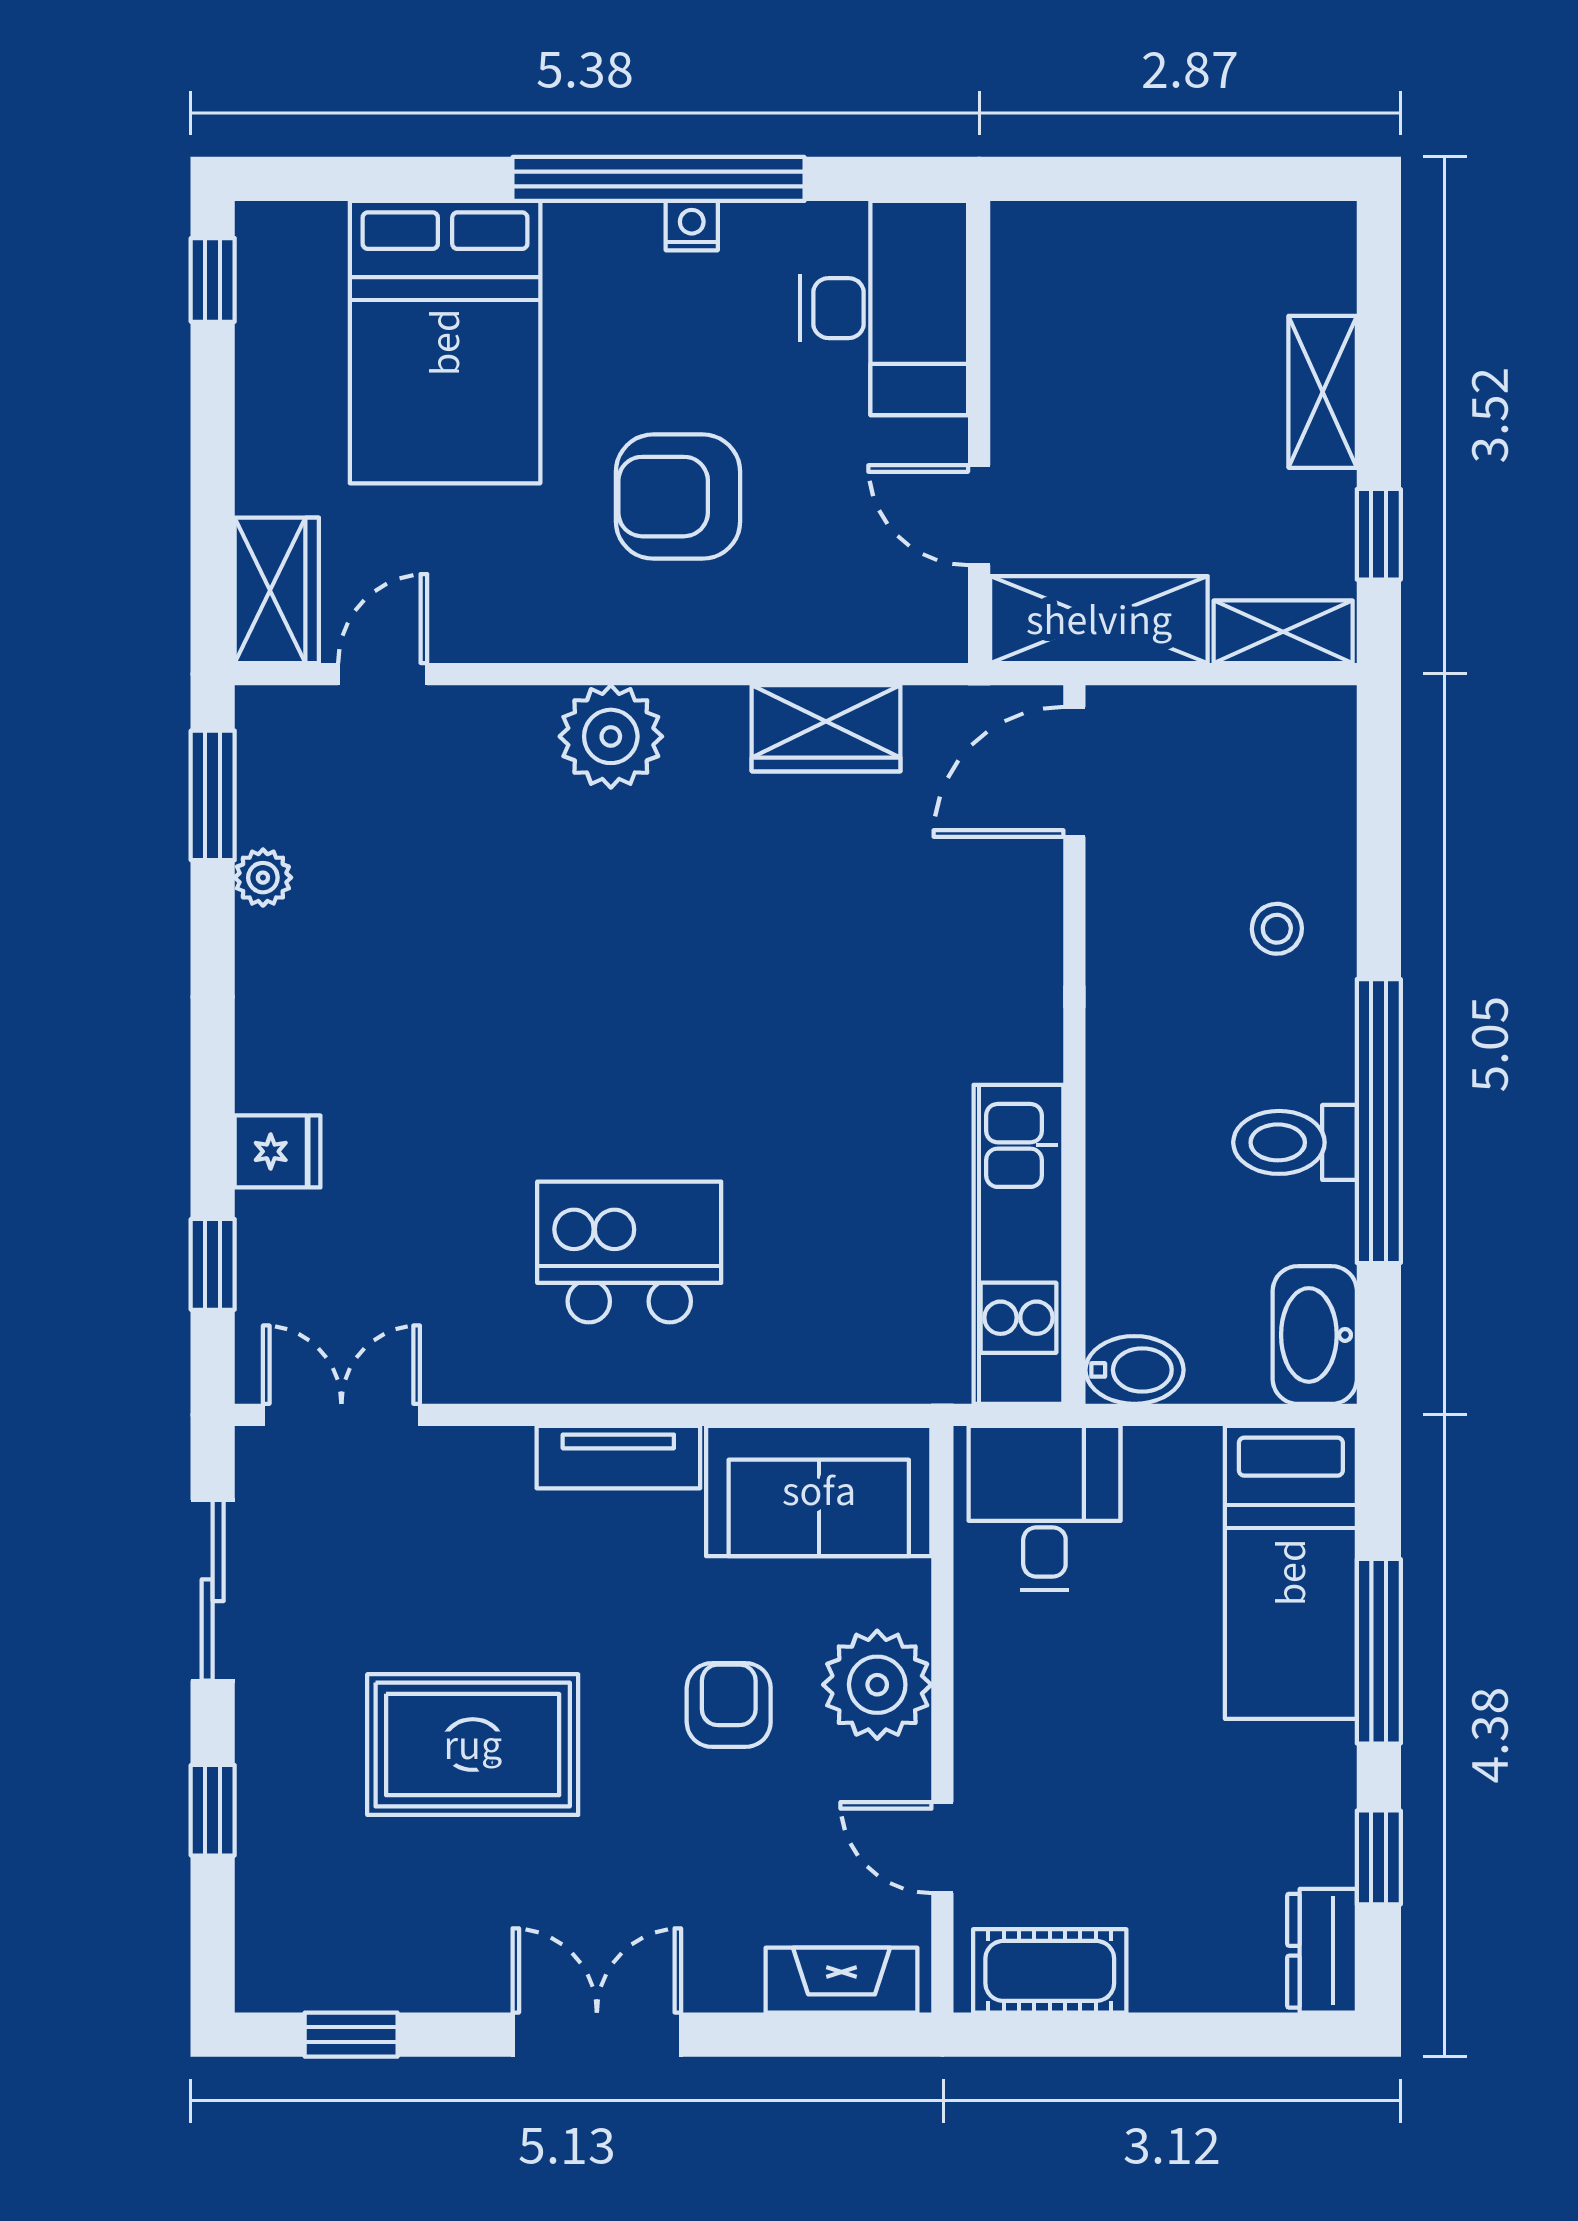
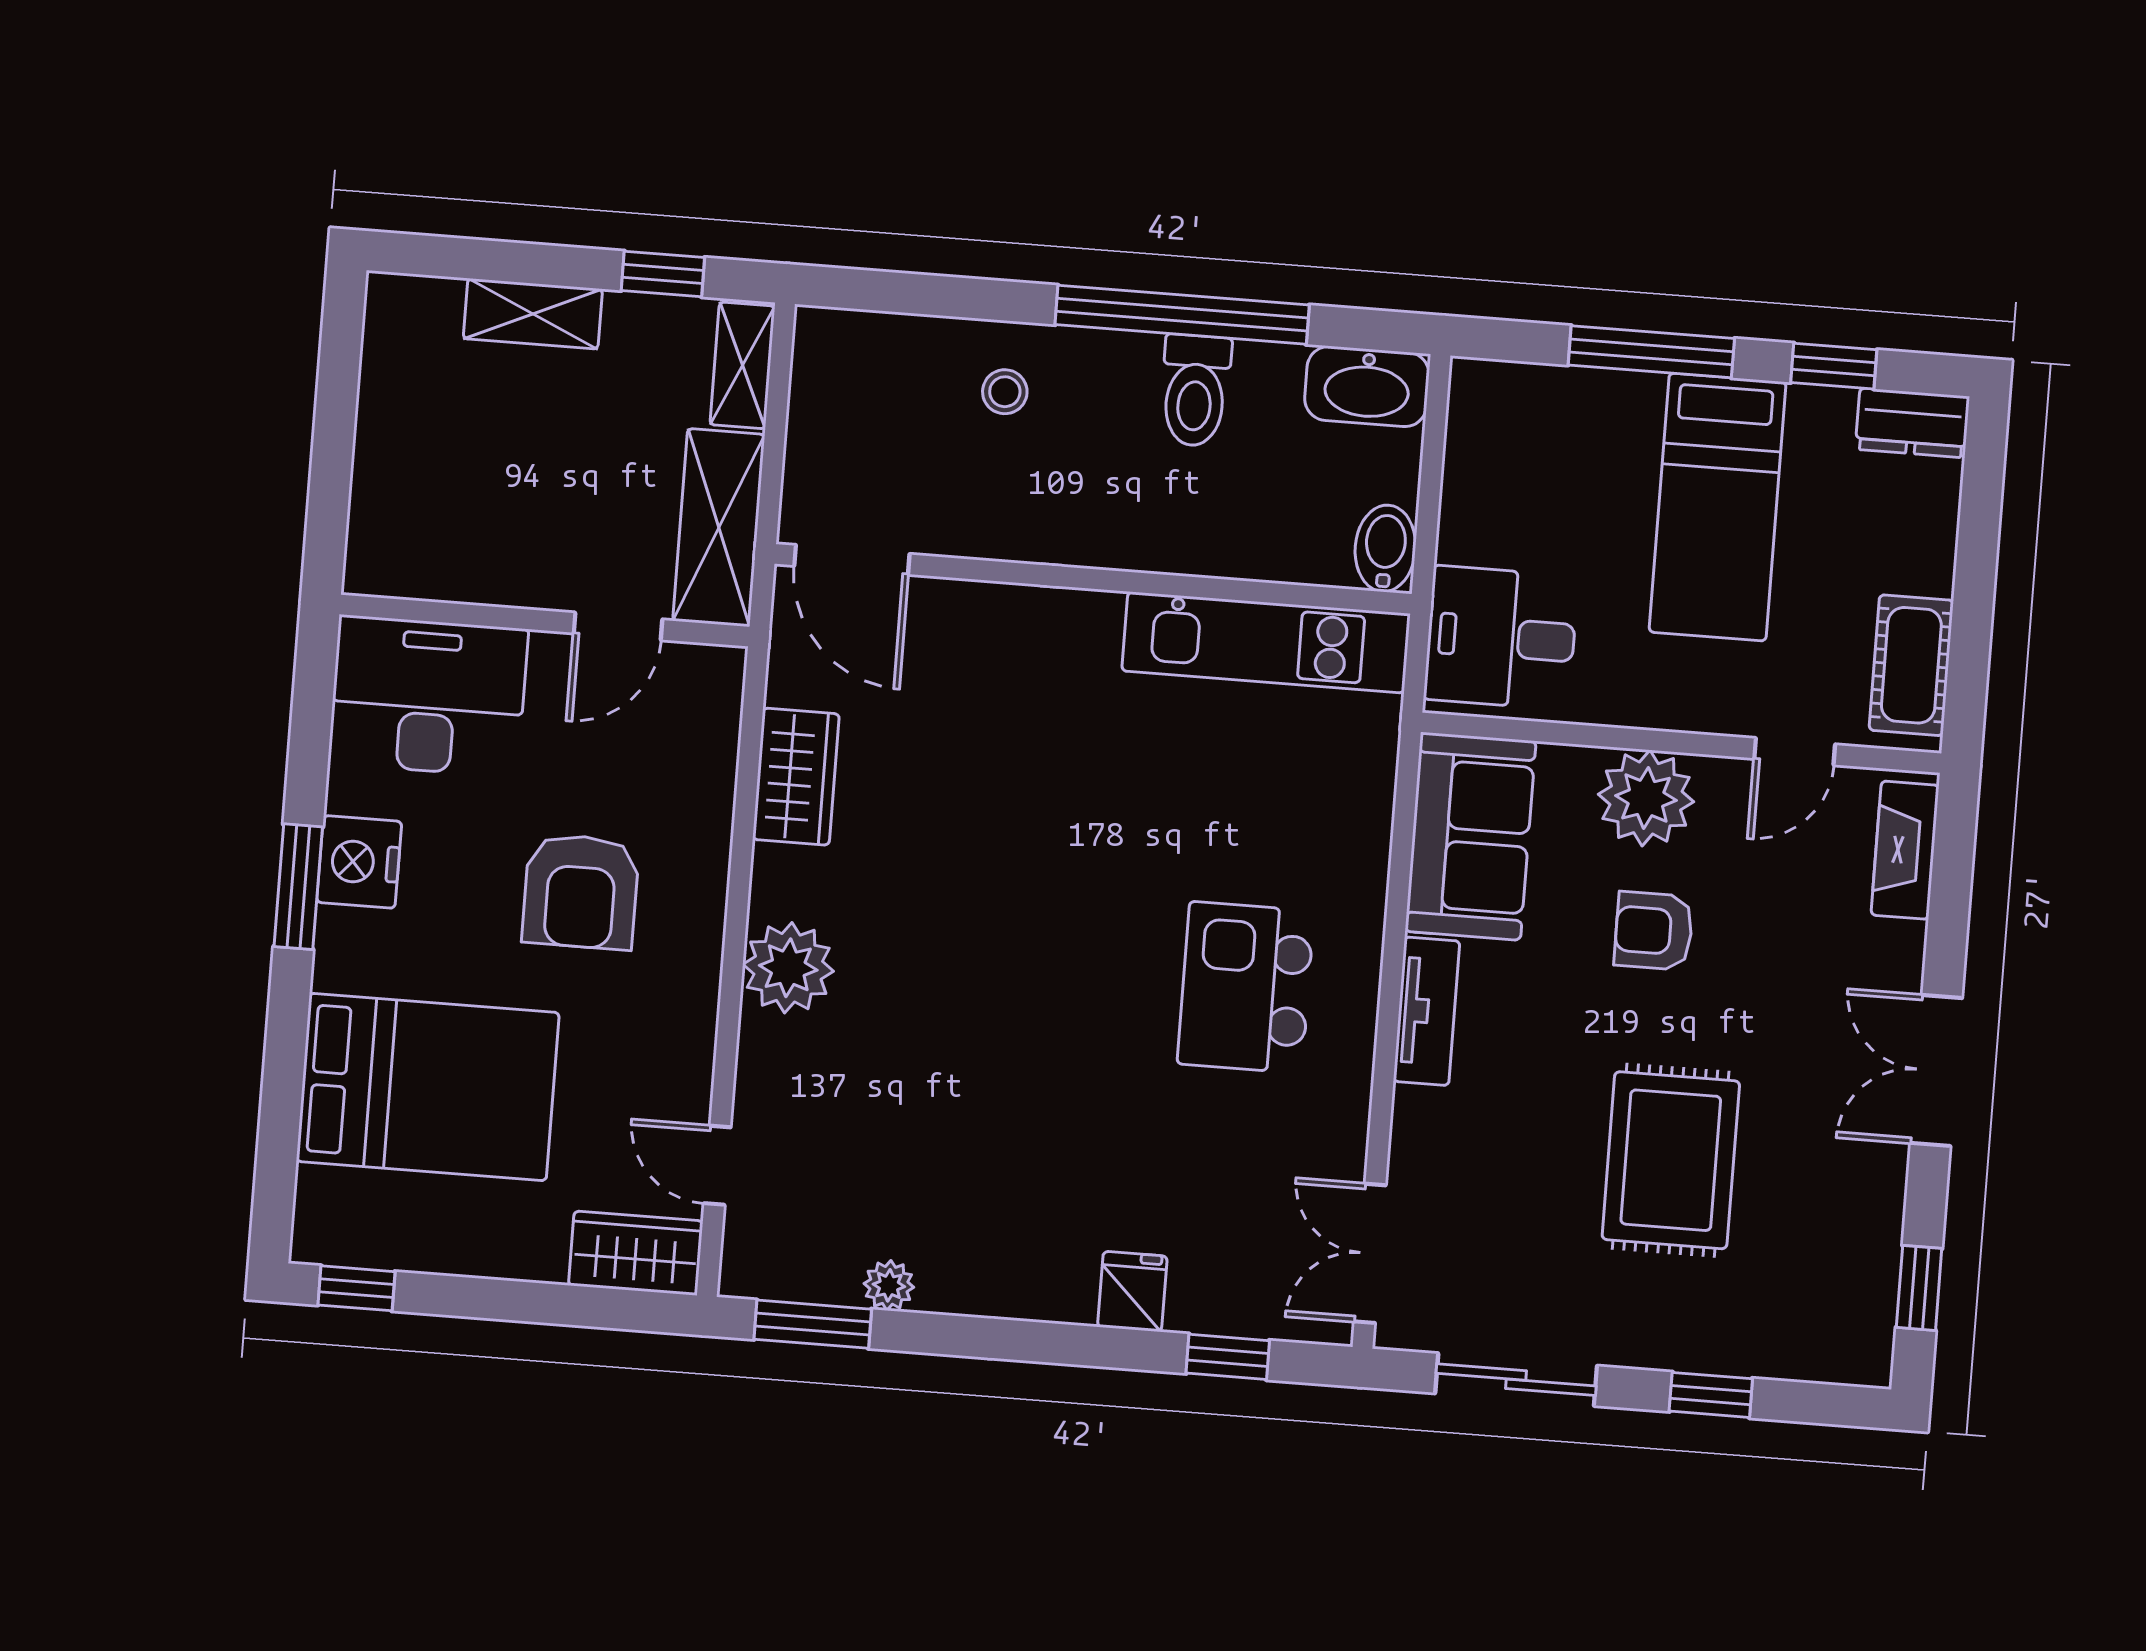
window: (658, 179) -> (298, 887), width x0.47
nightstand: (692, 226) -> (359, 862), width x1.89, depth x1.79
bed: (1291, 1572) -> (1718, 507), moved, turned 90

